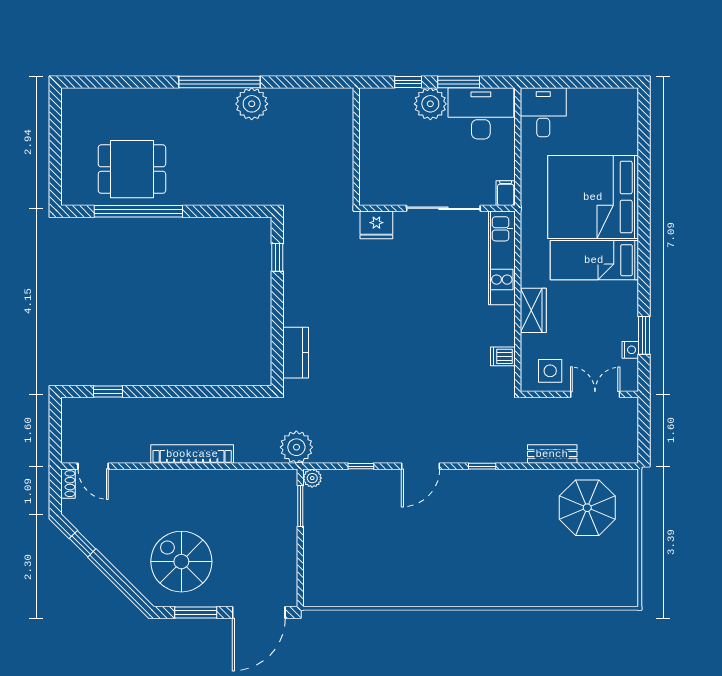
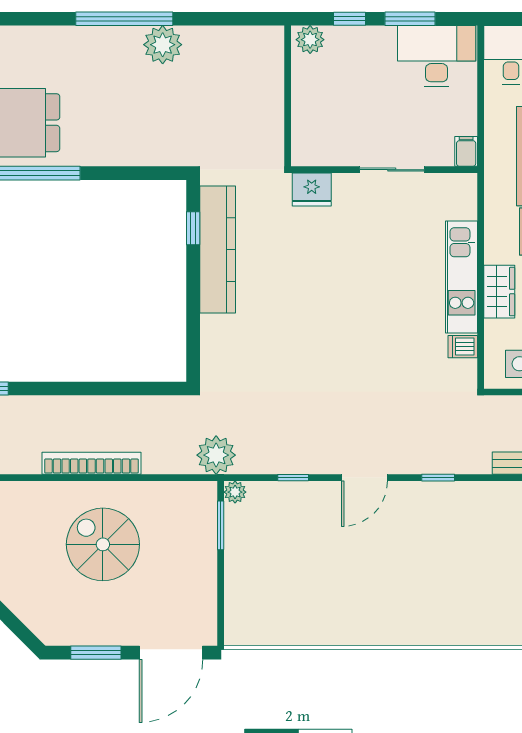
plant: (430, 104) -> (310, 40), moved, width x0.73, depth x0.73
sliding door: (443, 208) -> (392, 170), width x0.73
kitchen unit: (502, 258) -> (462, 277), moved
kitchen counter: (296, 353) -> (218, 250), moved, width x2.08, depth x1.17
spiral stairs: (181, 562) -> (103, 544), moved

